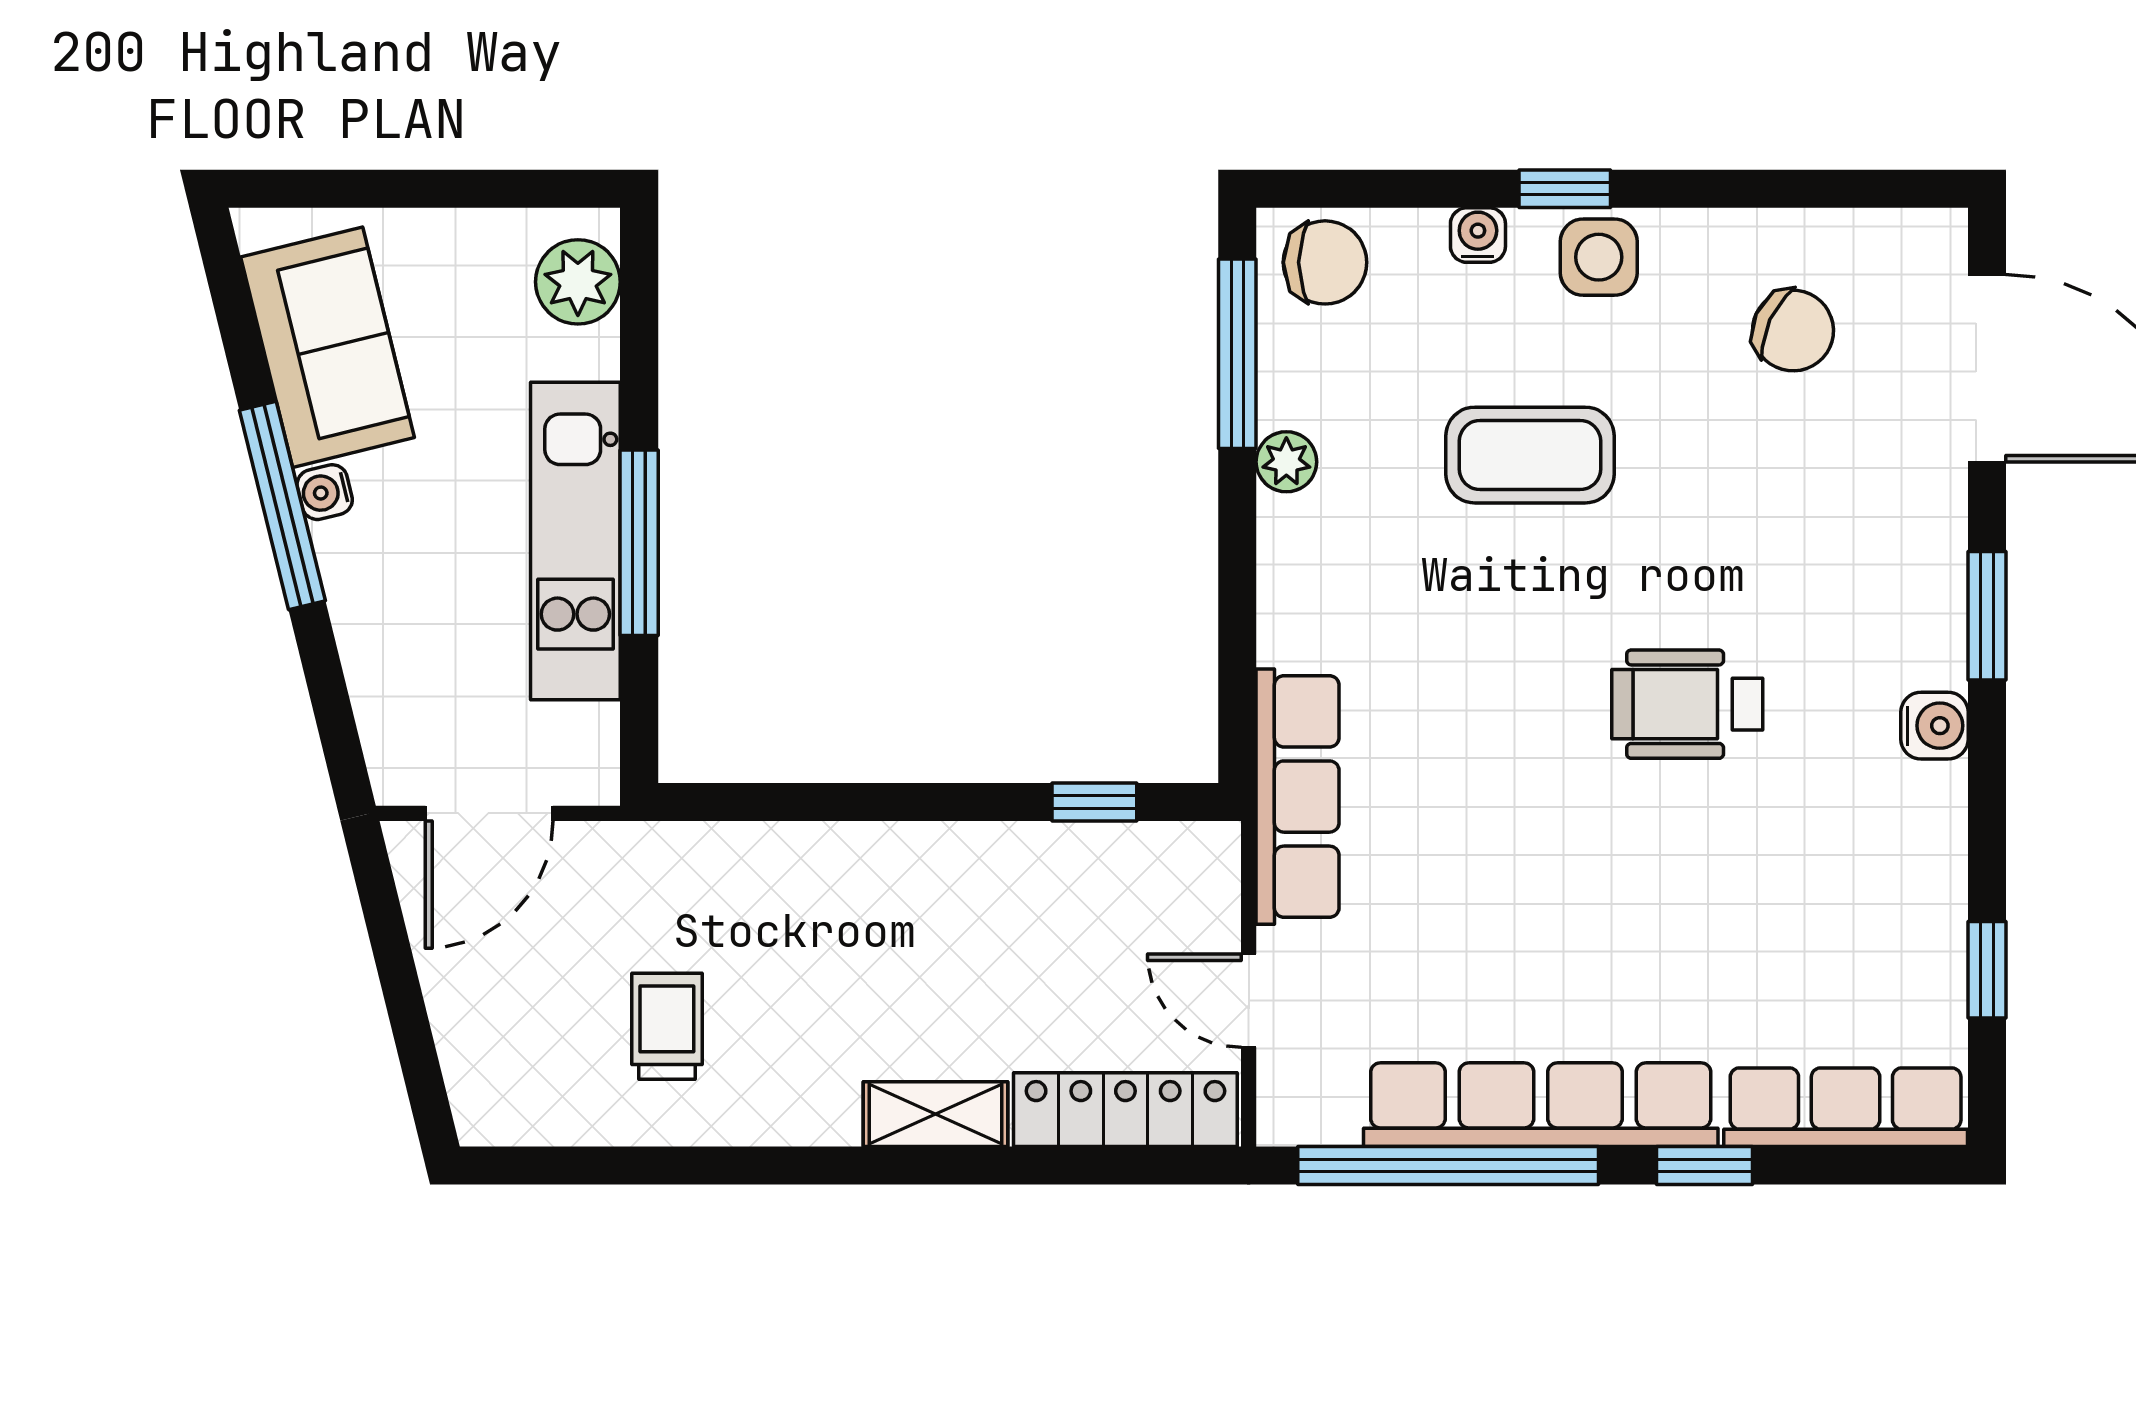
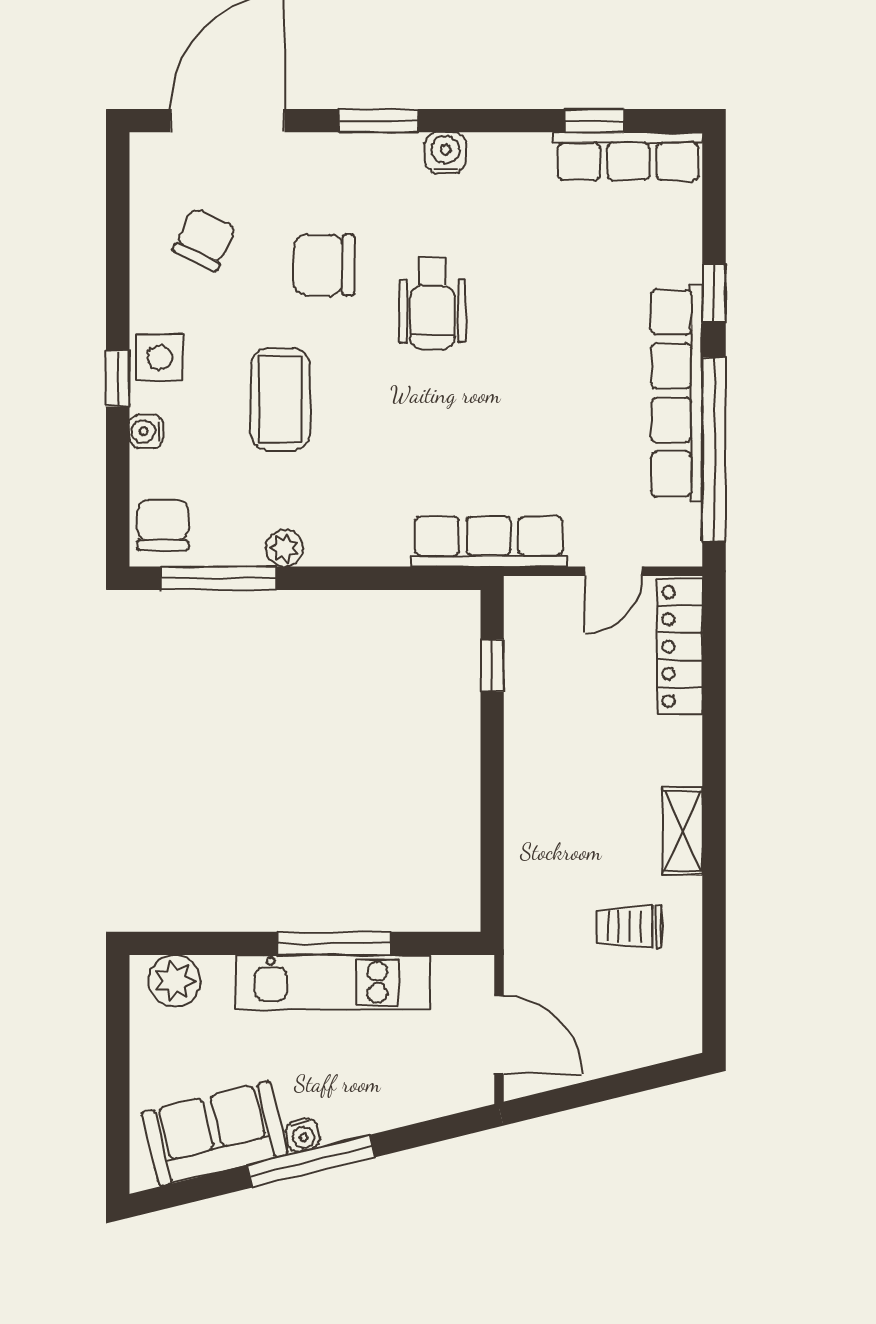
chair: (1750, 527) -> (324, 265), added
row of seats: (1846, 1107) -> (628, 156), moved, turned -90
shelving: (936, 1114) -> (683, 831), moved

